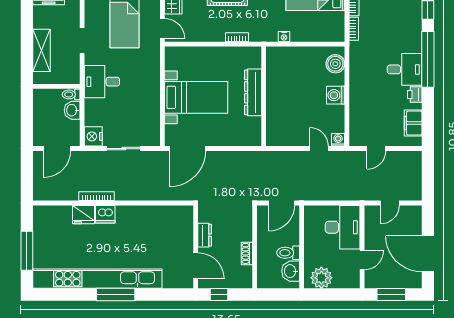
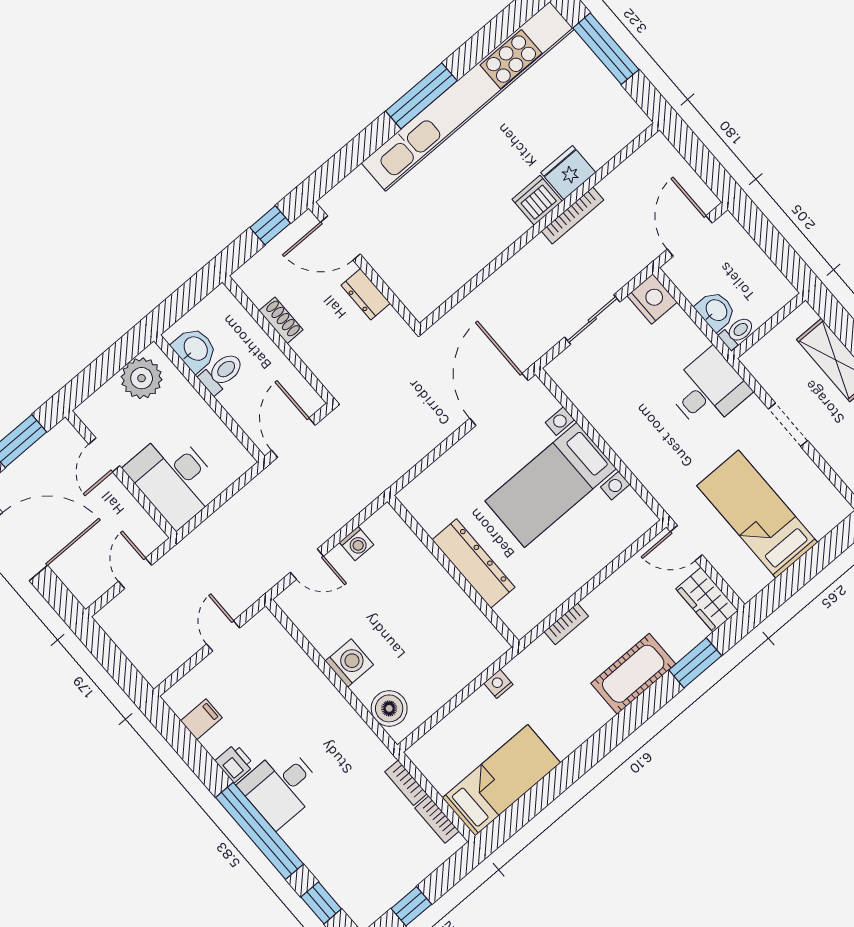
filing cabinet: (413, 123) -> (201, 719), width x0.50
washing machine: (338, 140) -> (357, 544), moved

